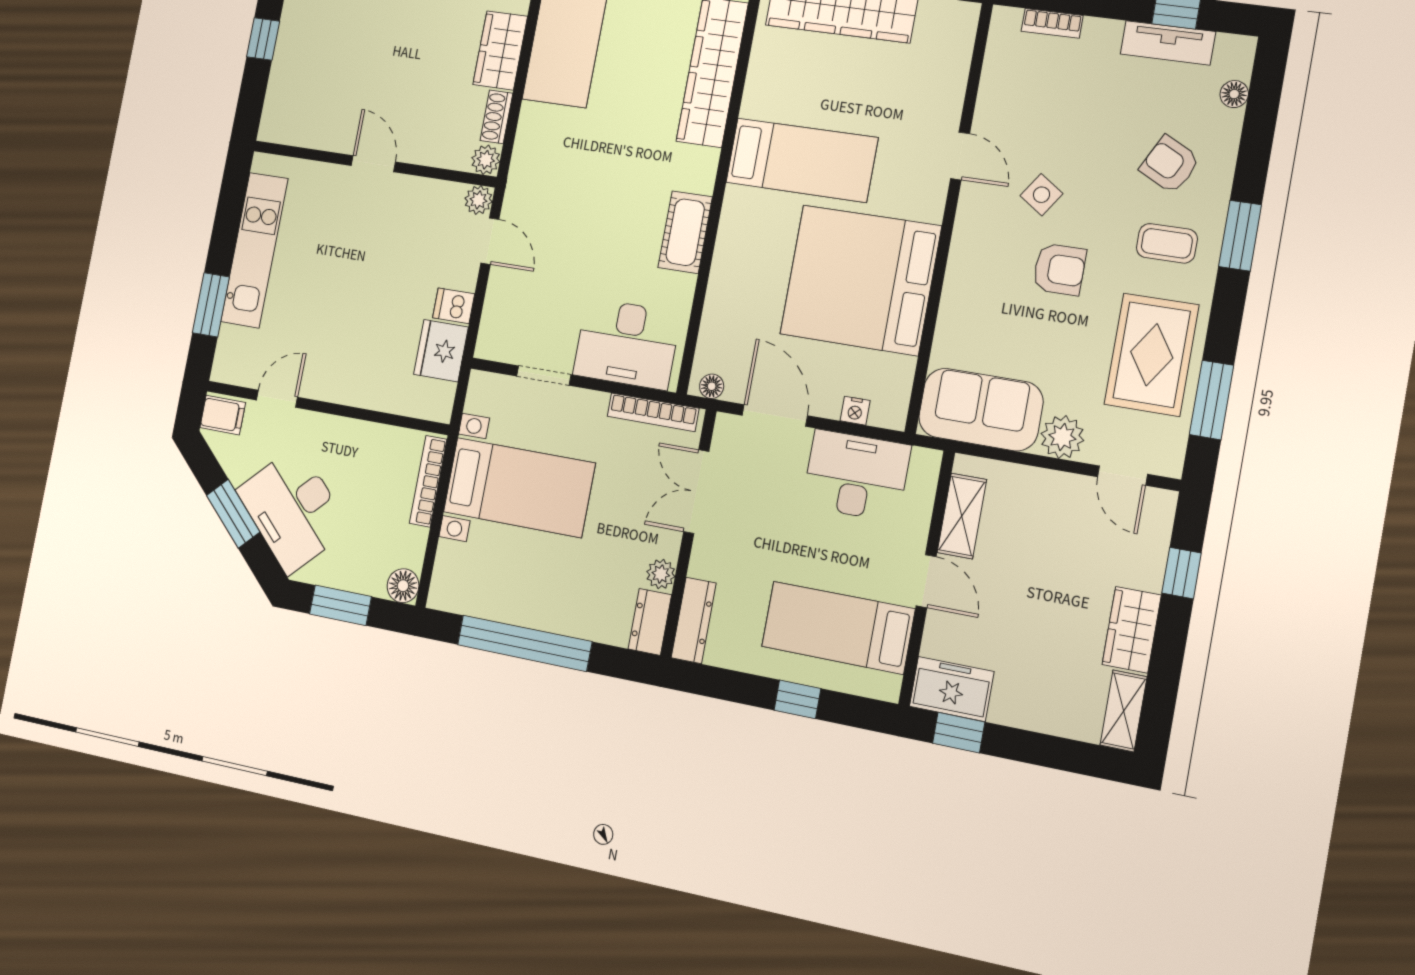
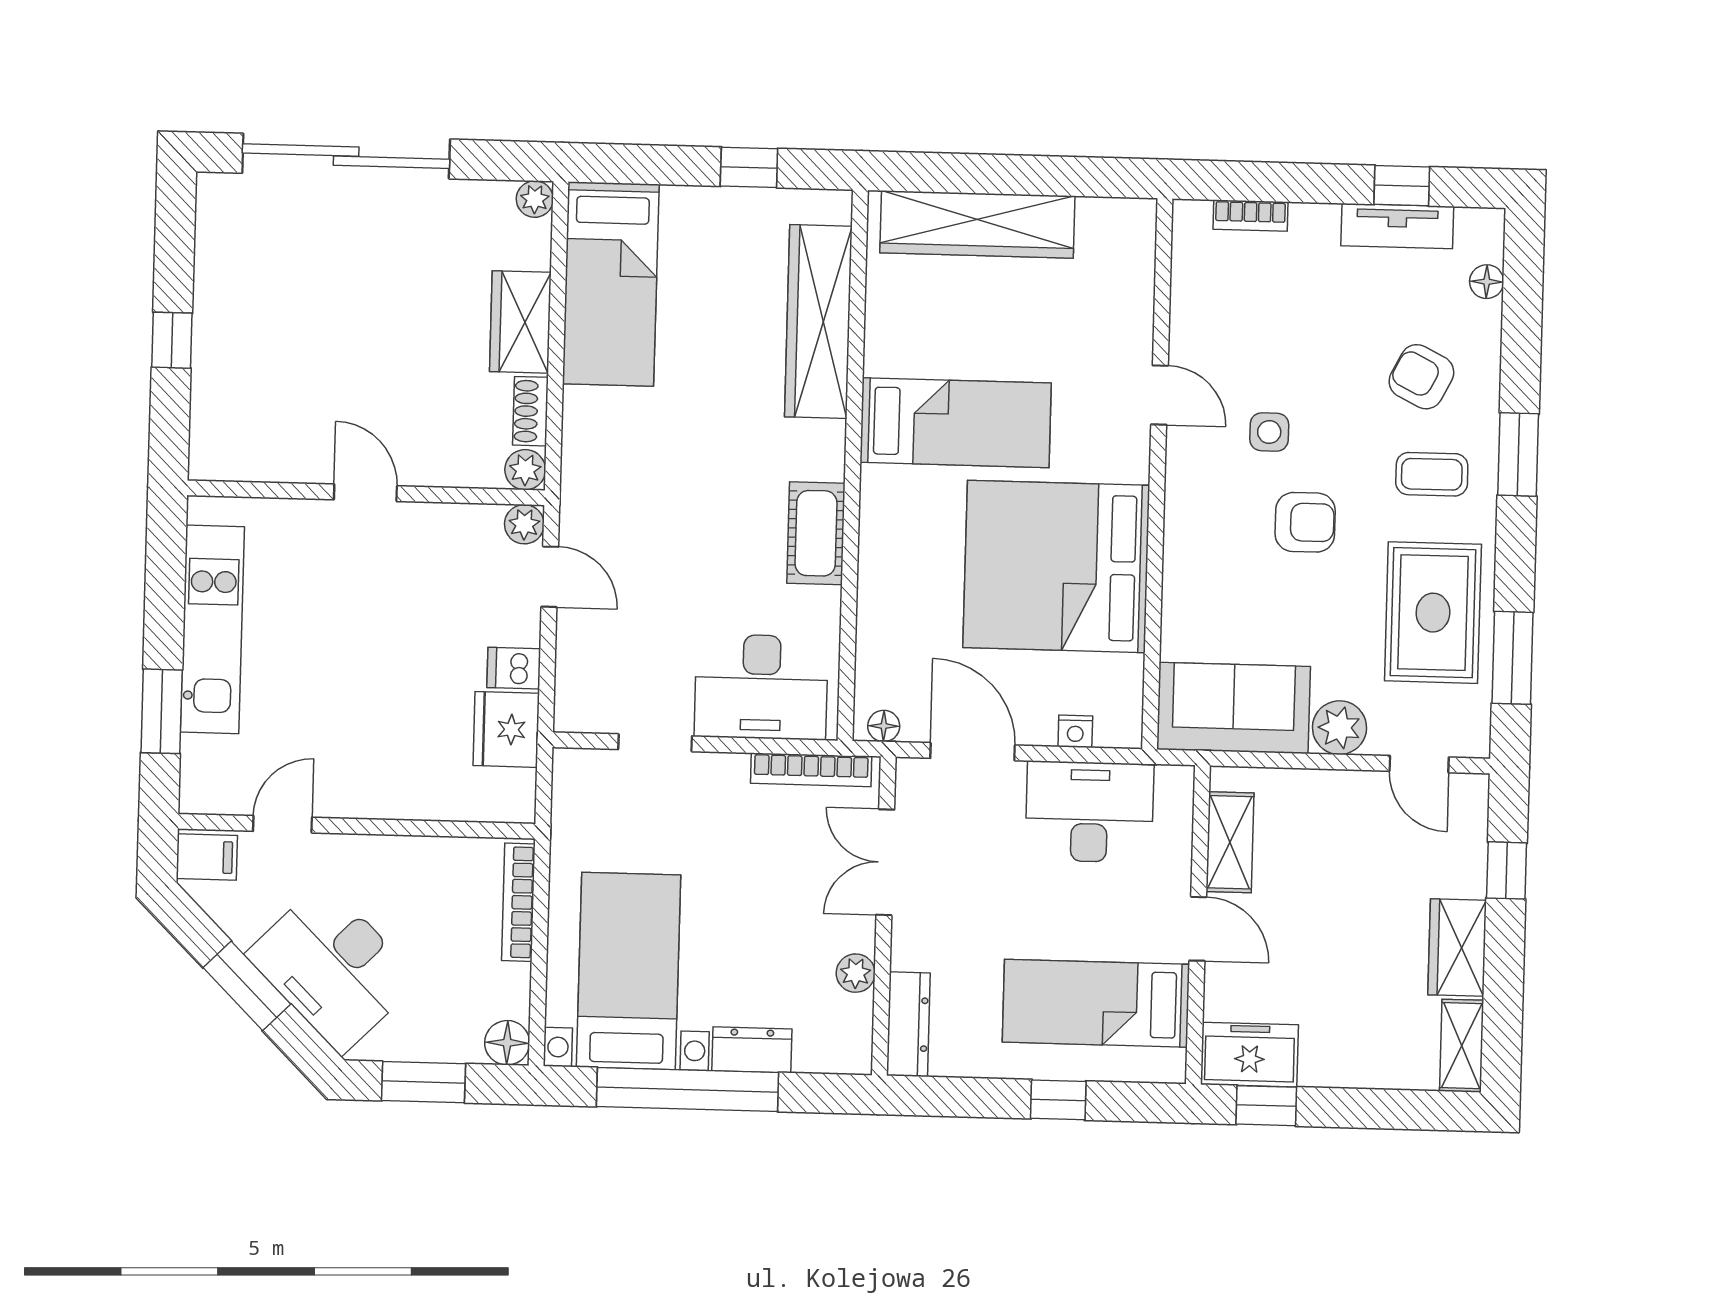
side table: (1042, 195) -> (1269, 432), turned -34
bed with nightstands: (519, 487) -> (628, 971), moved, turned -90
dresser: (650, 622) -> (752, 1050), moved, turned 90

